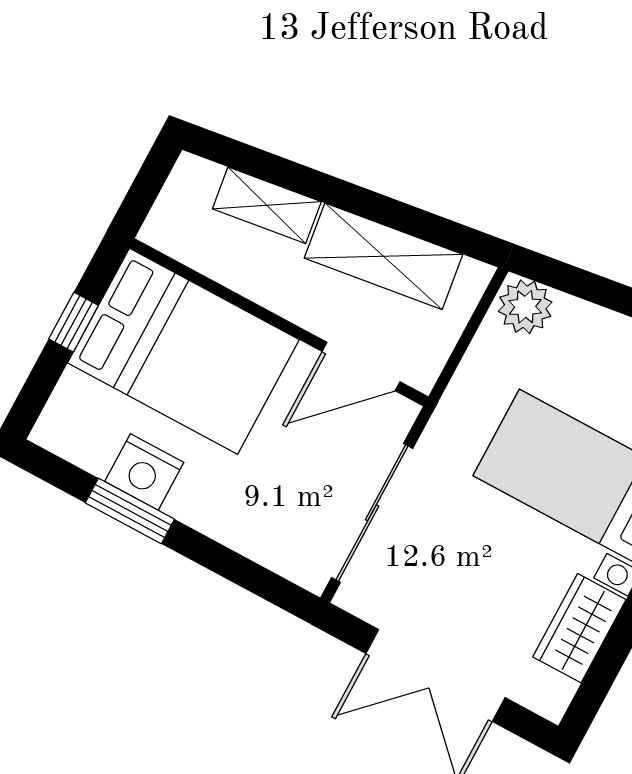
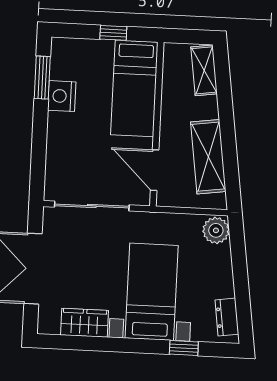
shelving: (267, 205) -> (204, 70), moved
bed: (183, 351) -> (134, 88), width x0.67
window: (130, 511) -> (42, 78), moved

